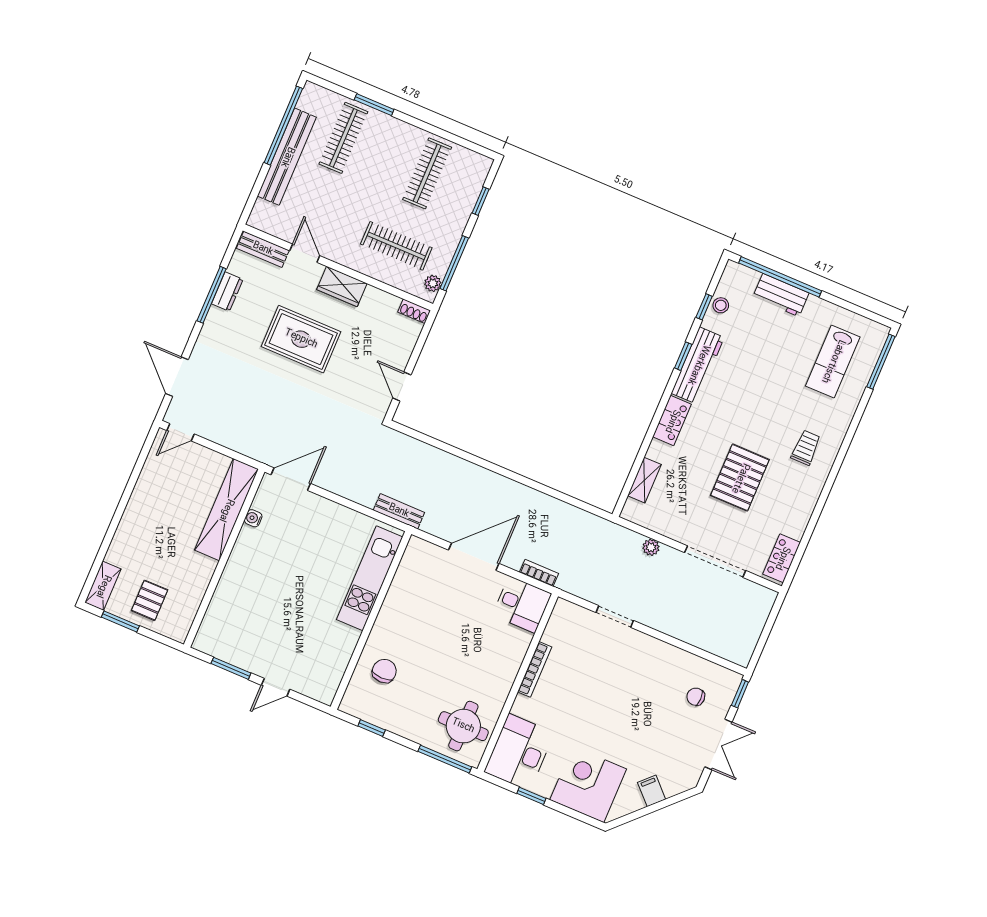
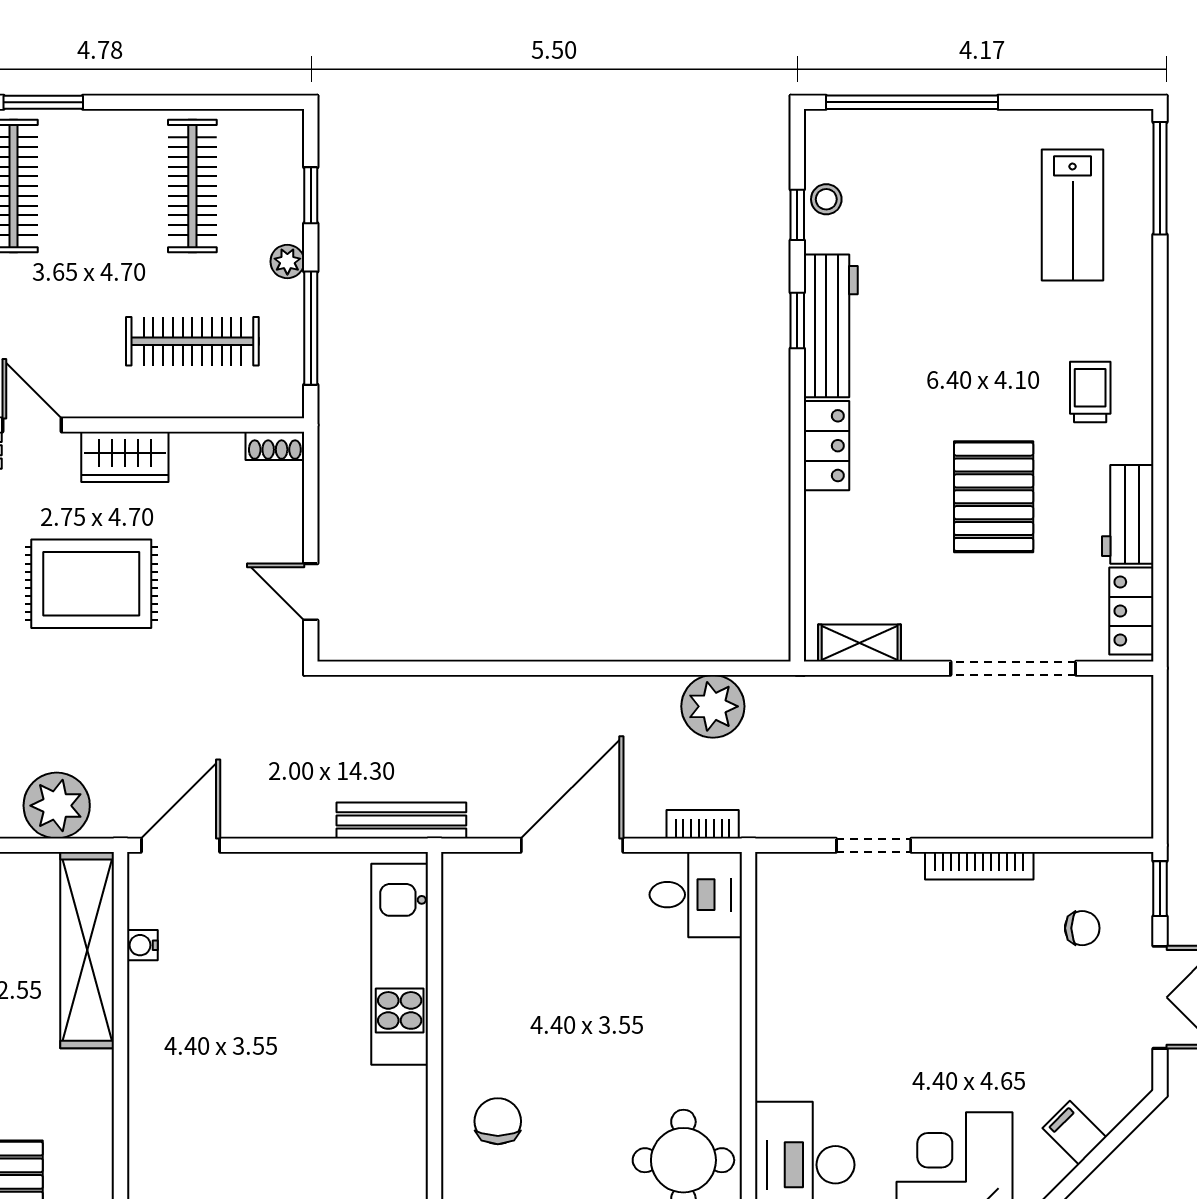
plant: (433, 283) -> (287, 262), moved
workbench: (781, 295) -> (1128, 514), moved, turned 90
plant: (241, 436) -> (57, 806), added
shelving: (644, 480) -> (860, 643), moved, turned 90
bench: (399, 511) -> (401, 820), width x1.36
plant: (651, 547) -> (713, 706), moved, width x1.88, depth x1.88
bookcase: (535, 669) -> (979, 866), moved, turned 90
chair: (696, 697) -> (1082, 928), turned 180

